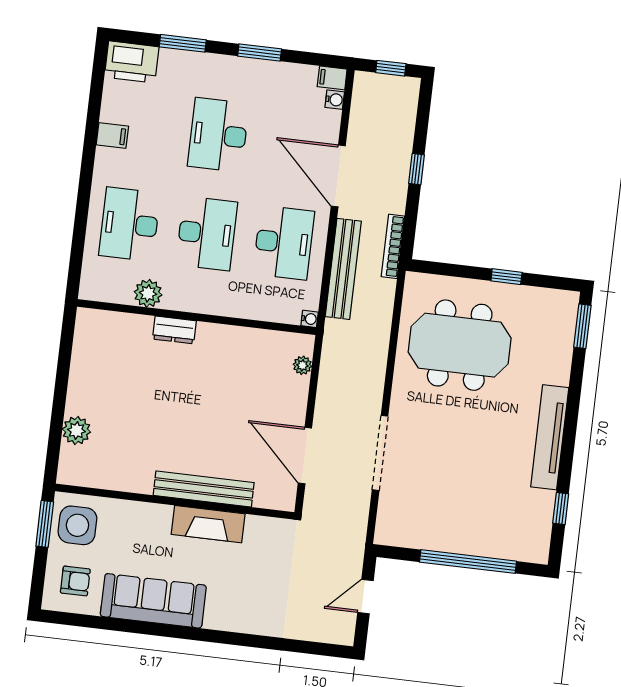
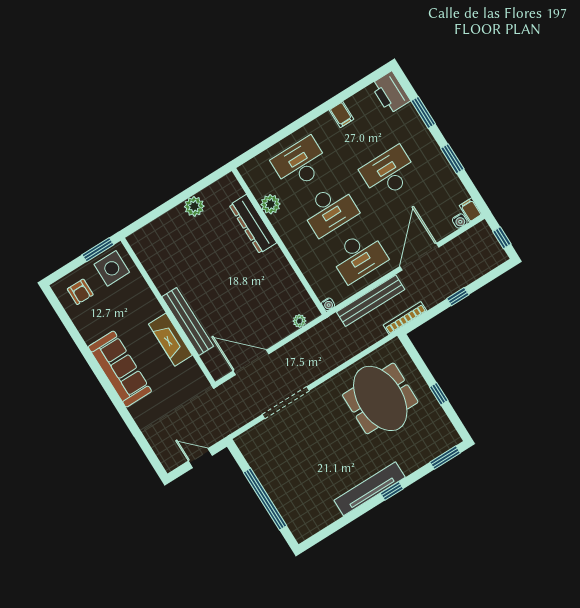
dresser: (174, 330) -> (253, 224), width x1.96, depth x1.24
plant: (76, 431) -> (194, 206), moved
door: (305, 455) -> (251, 362), hinge flipped
window: (561, 509) -> (392, 491), moved
sofa: (153, 601) -> (120, 369), moved

